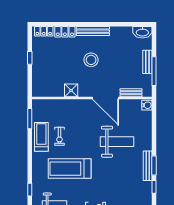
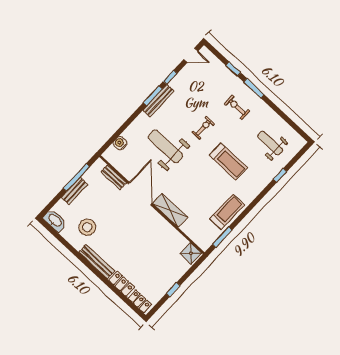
stool: (91, 60) -> (87, 227), moved
shower: (71, 90) -> (191, 253), moved
shelving: (77, 105) -> (170, 210), added
water cooler: (147, 105) -> (120, 143), moved
exercise bike: (59, 136) -> (203, 128), moved
treadmill: (41, 137) -> (227, 212), turned 180
treadmill: (70, 169) -> (228, 162), width x0.73, depth x0.73

